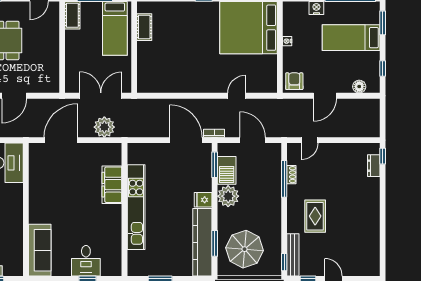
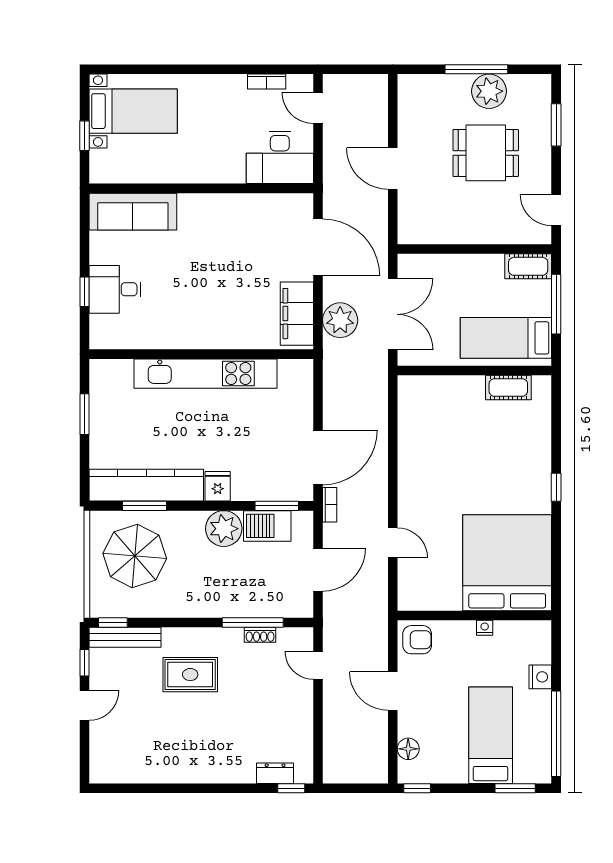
window: (383, 68) -> (417, 788), moved
filing cabinet: (112, 185) -> (297, 314), moved, turned -90

